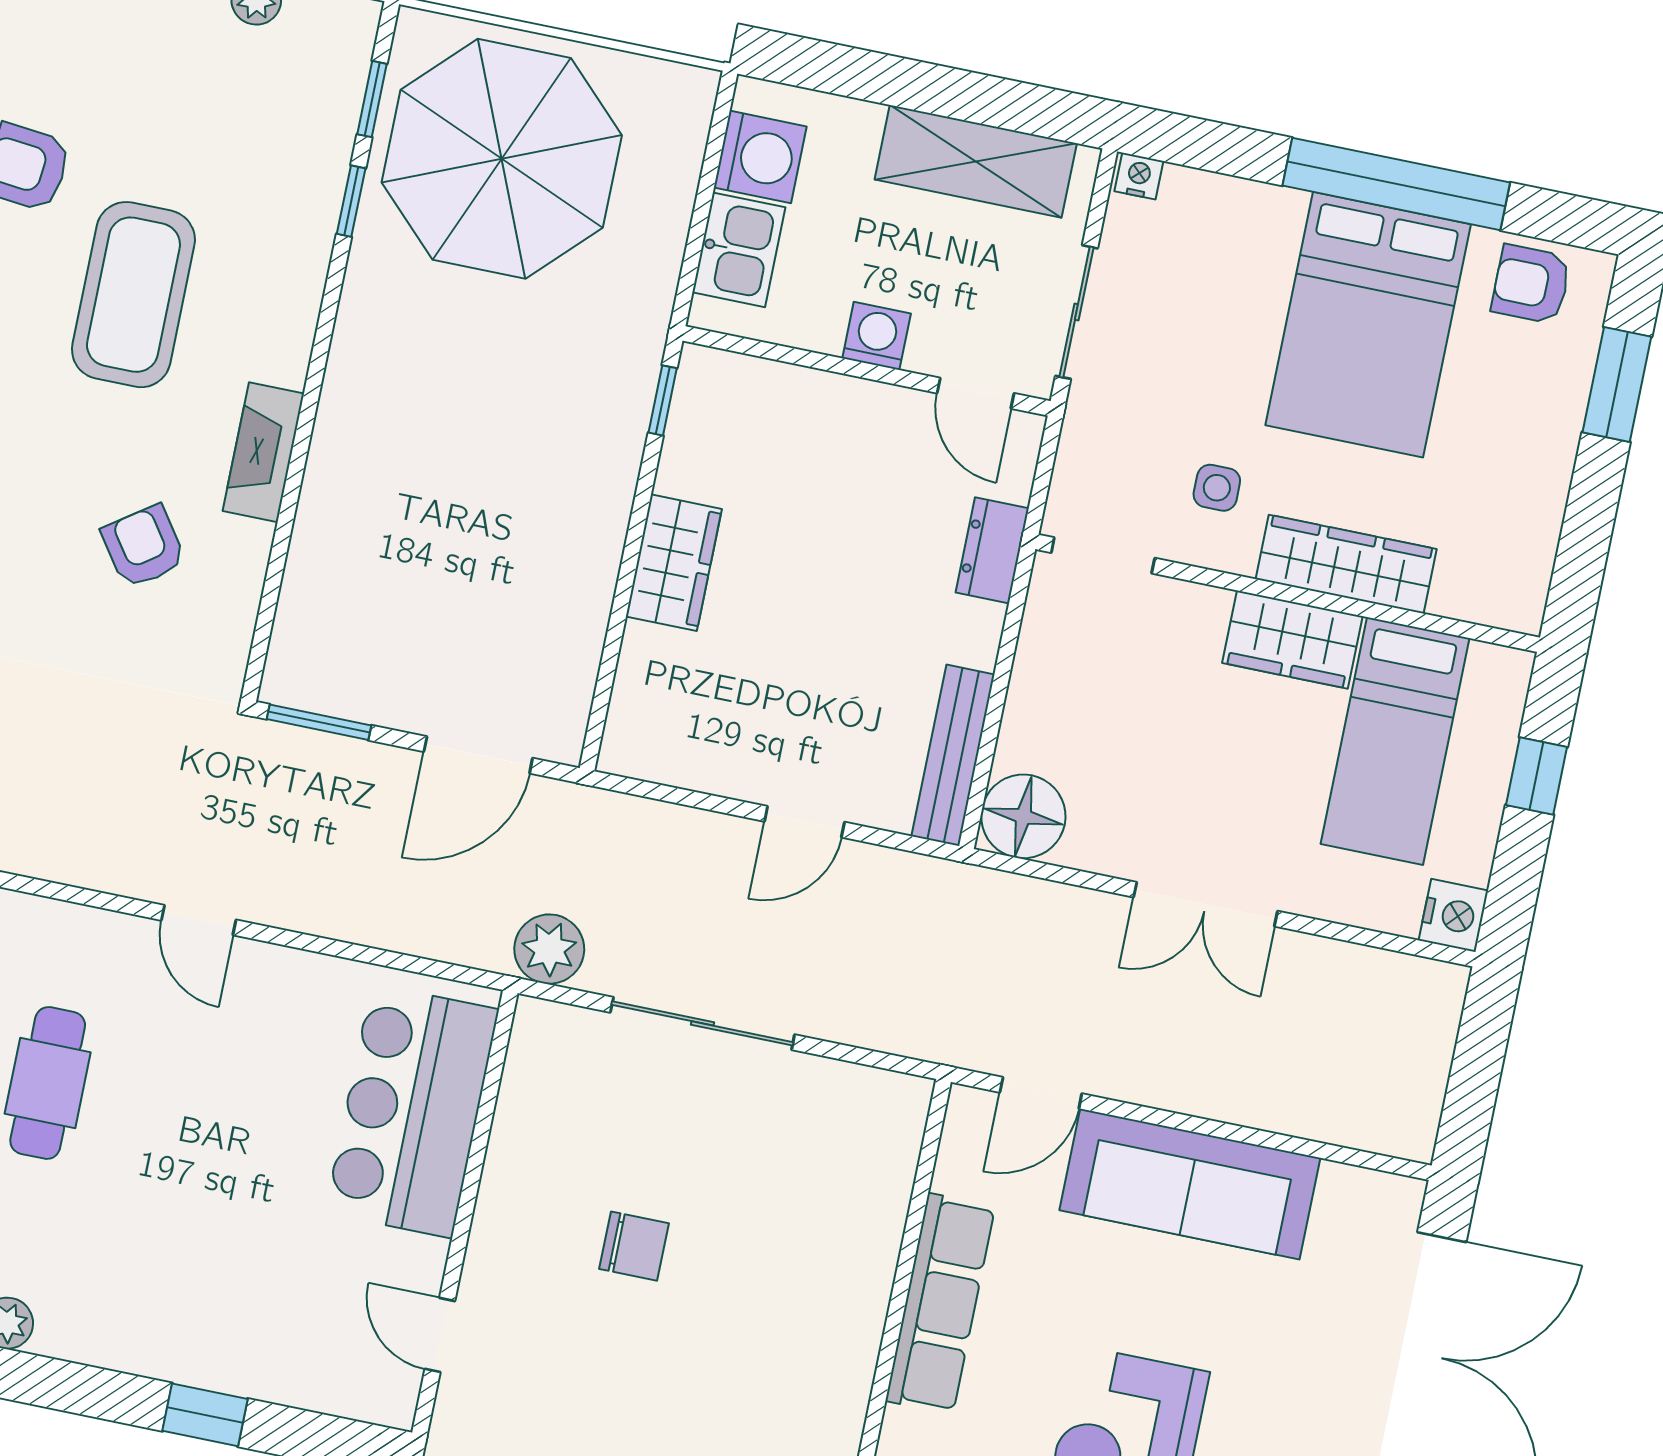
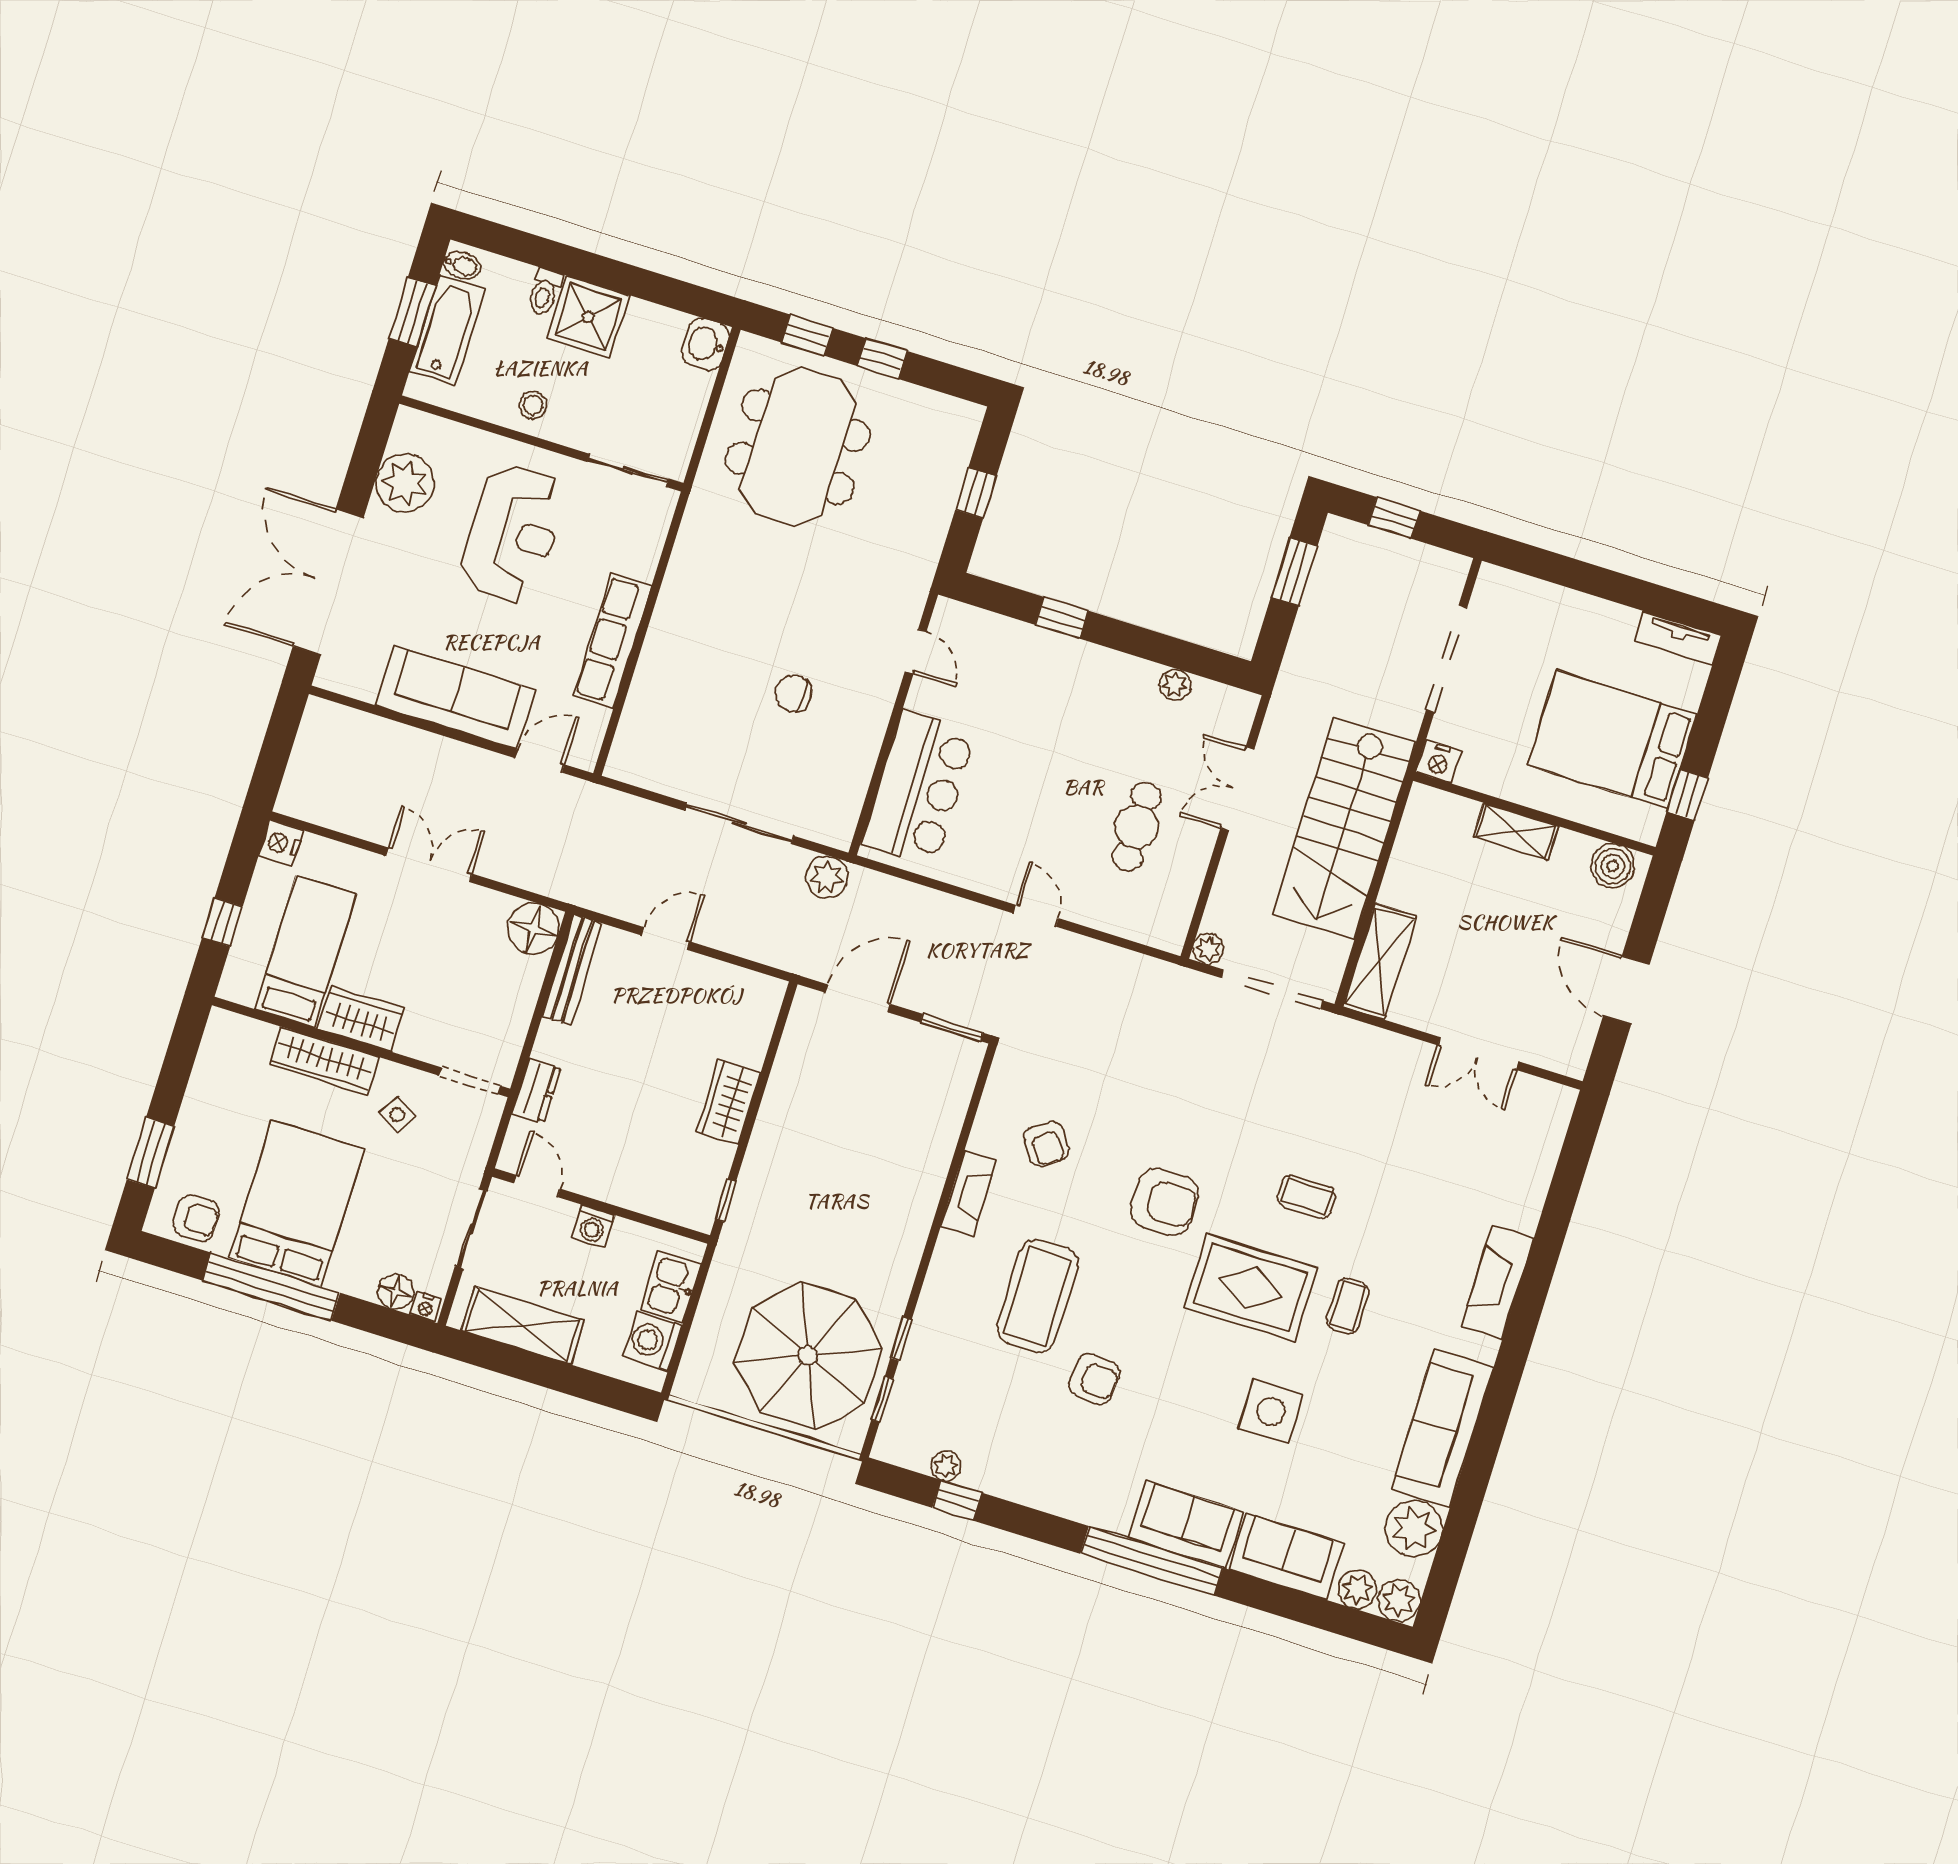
floor lamp: (1191, 196) -> (396, 1292), added
side table: (1217, 488) -> (397, 1115), turned 31

